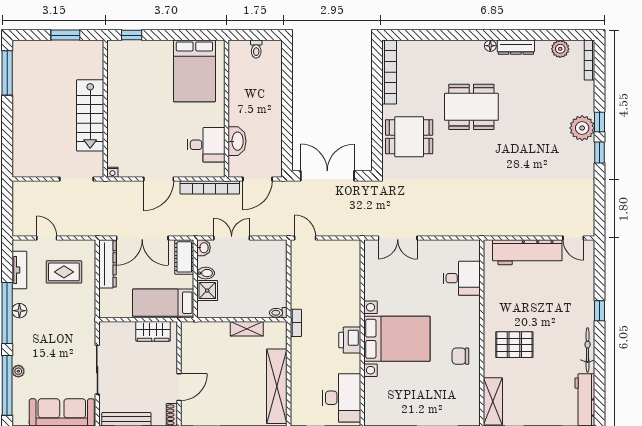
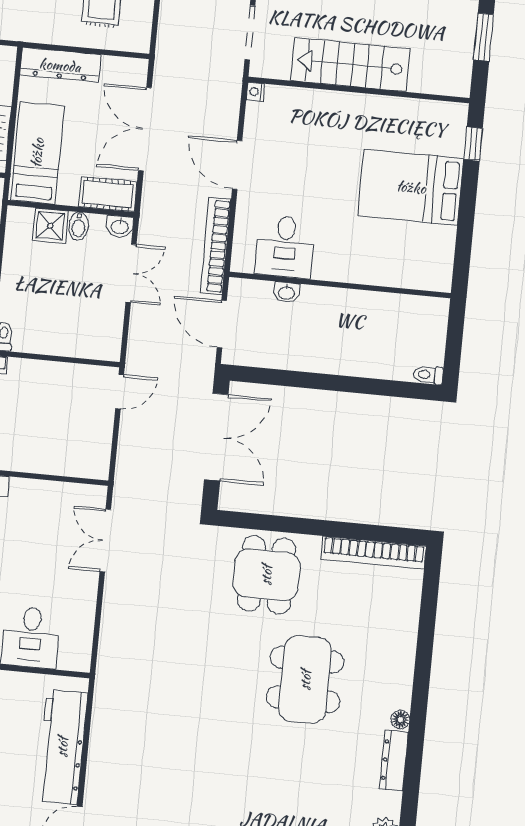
toilet: (256, 49) -> (428, 375), moved
bed: (194, 71) -> (411, 187), moved
washbasin: (237, 141) -> (286, 292), width x0.52, depth x0.69
dresser: (107, 264) -> (60, 65), moved

